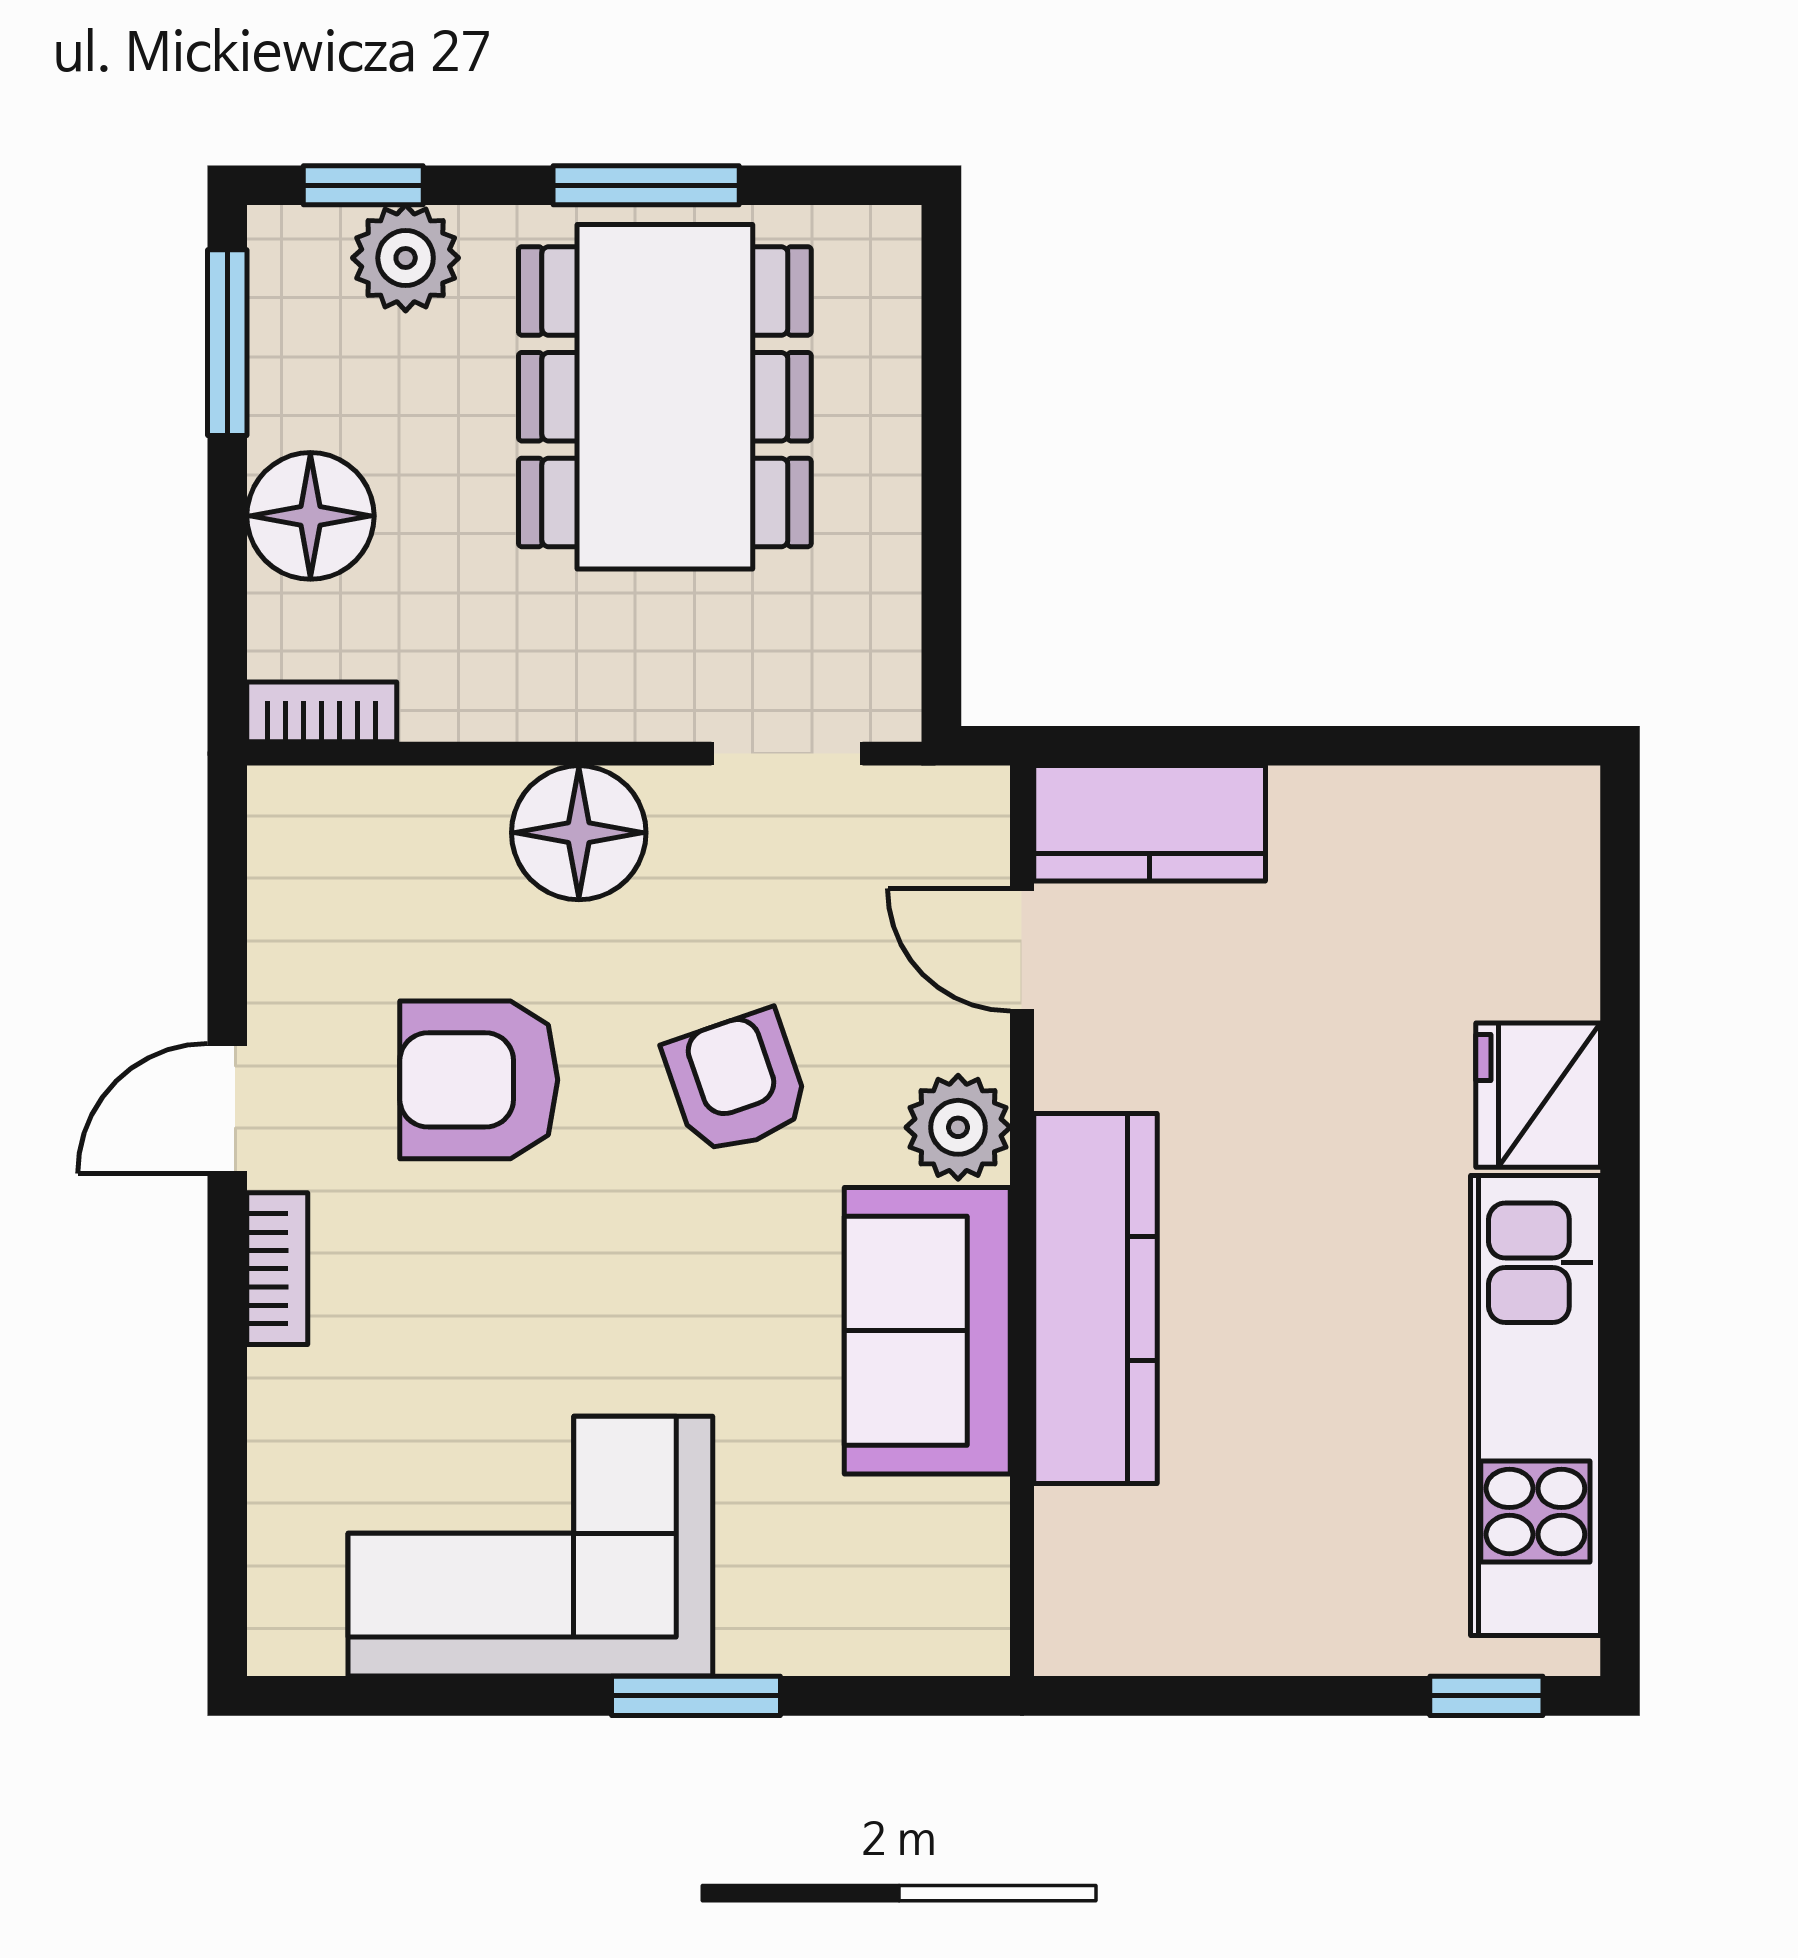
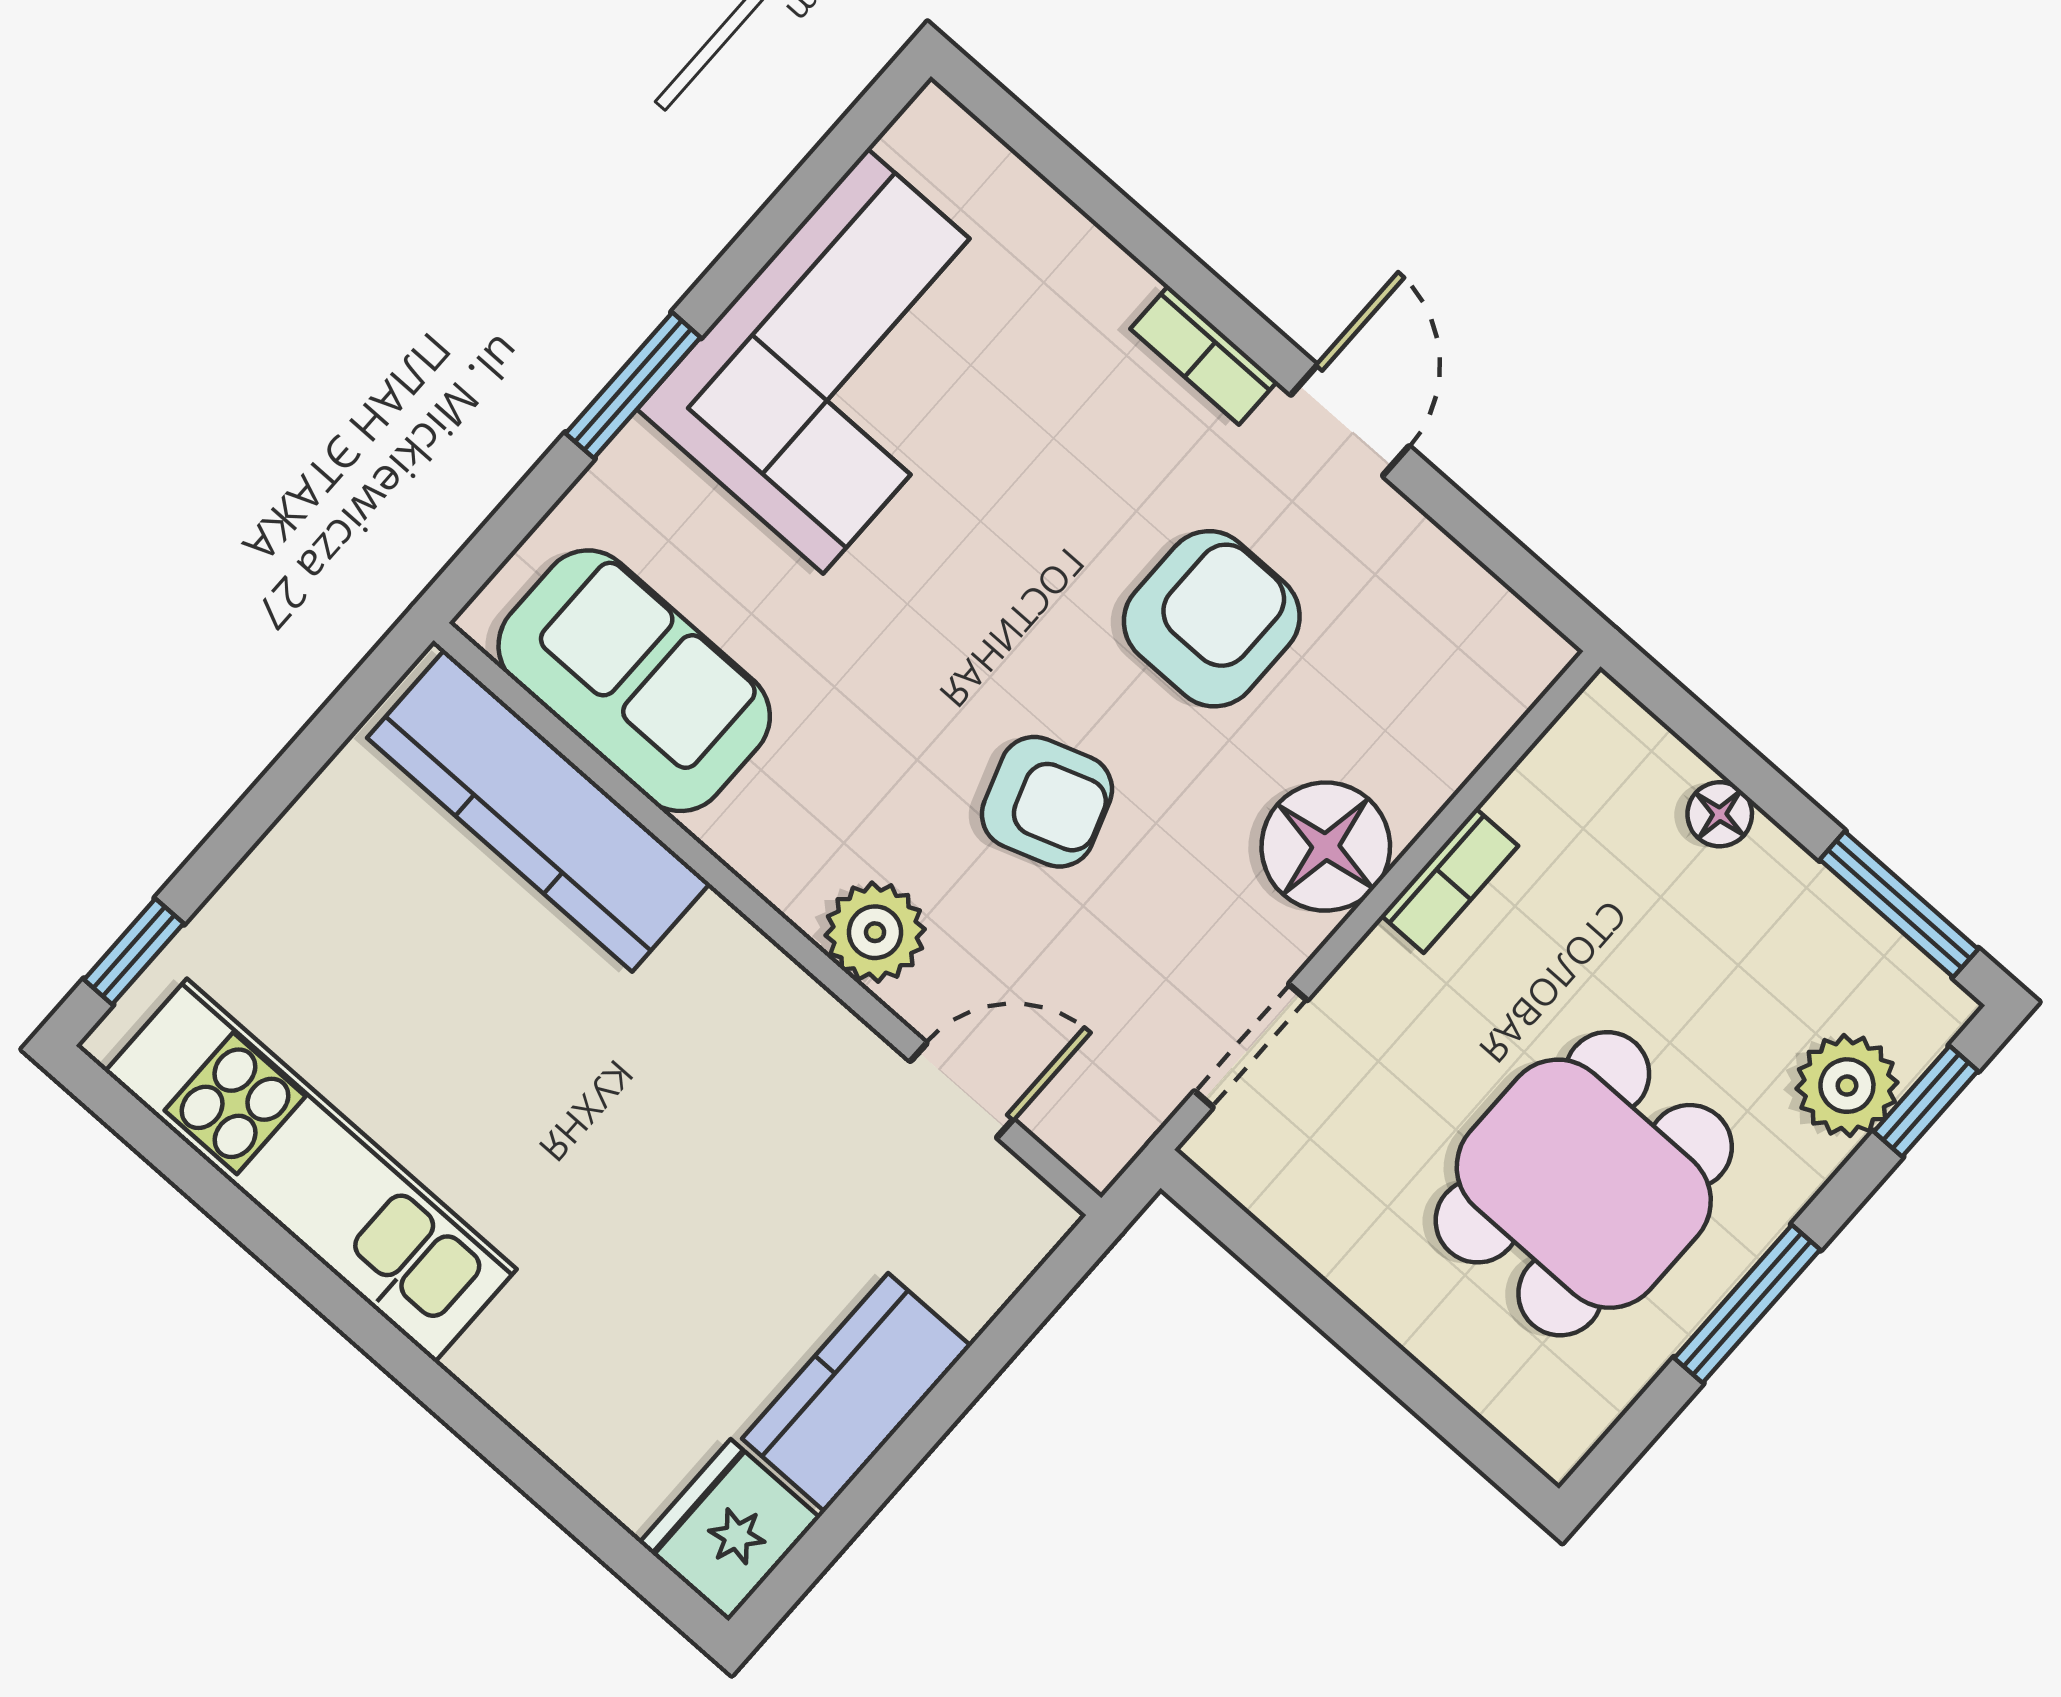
dining table: (665, 397) -> (1584, 1184), width x0.73
floor lamp: (310, 516) -> (1720, 814), width x0.53, depth x0.53
bookcase: (322, 712) -> (1450, 881), moved
kitchen counter: (1150, 823) -> (856, 1392), moved
fridge: (1538, 1095) -> (730, 1530), moved, turned -90
kitchen counter: (1096, 1299) -> (539, 811), moved
sofa: (927, 1331) -> (634, 681), moved

